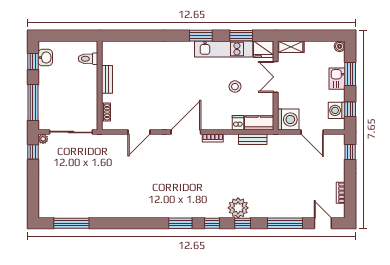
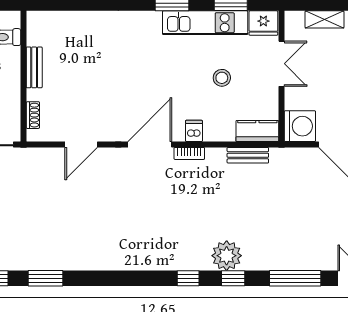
shelving: (291, 47) -> (325, 19), moved
double door: (276, 77) -> (282, 64), swing flipped
dishwasher: (238, 123) -> (194, 131), moved
window: (180, 223) -> (45, 278), moved

